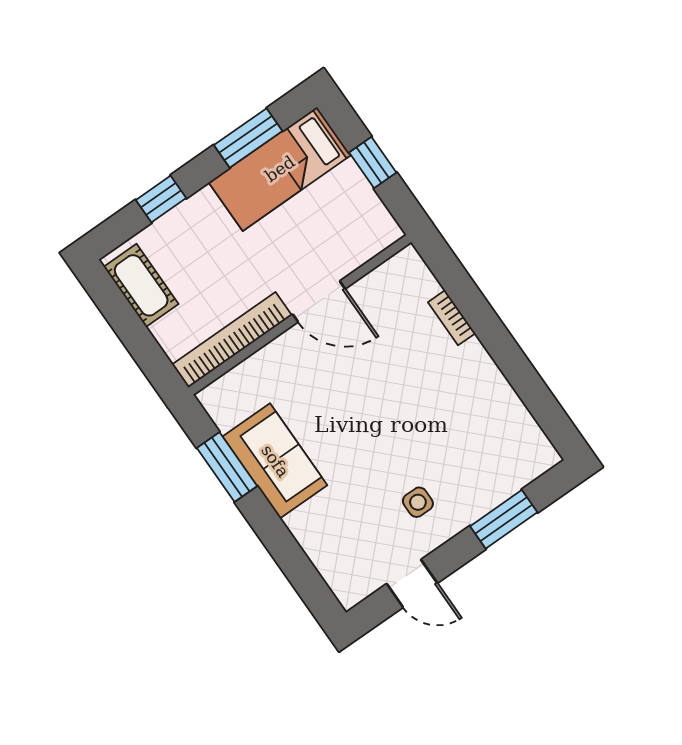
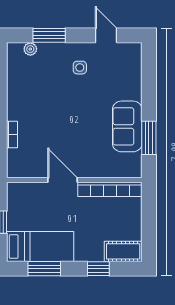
cot: (141, 285) -> (123, 251), moved, turned 90
plant: (519, 476) -> (30, 49), added

